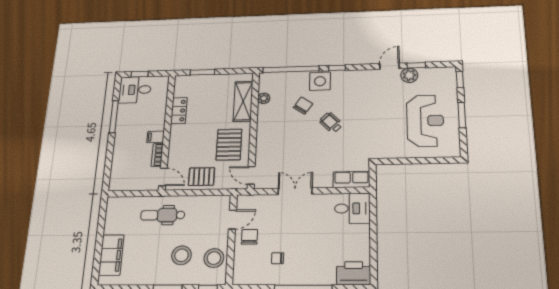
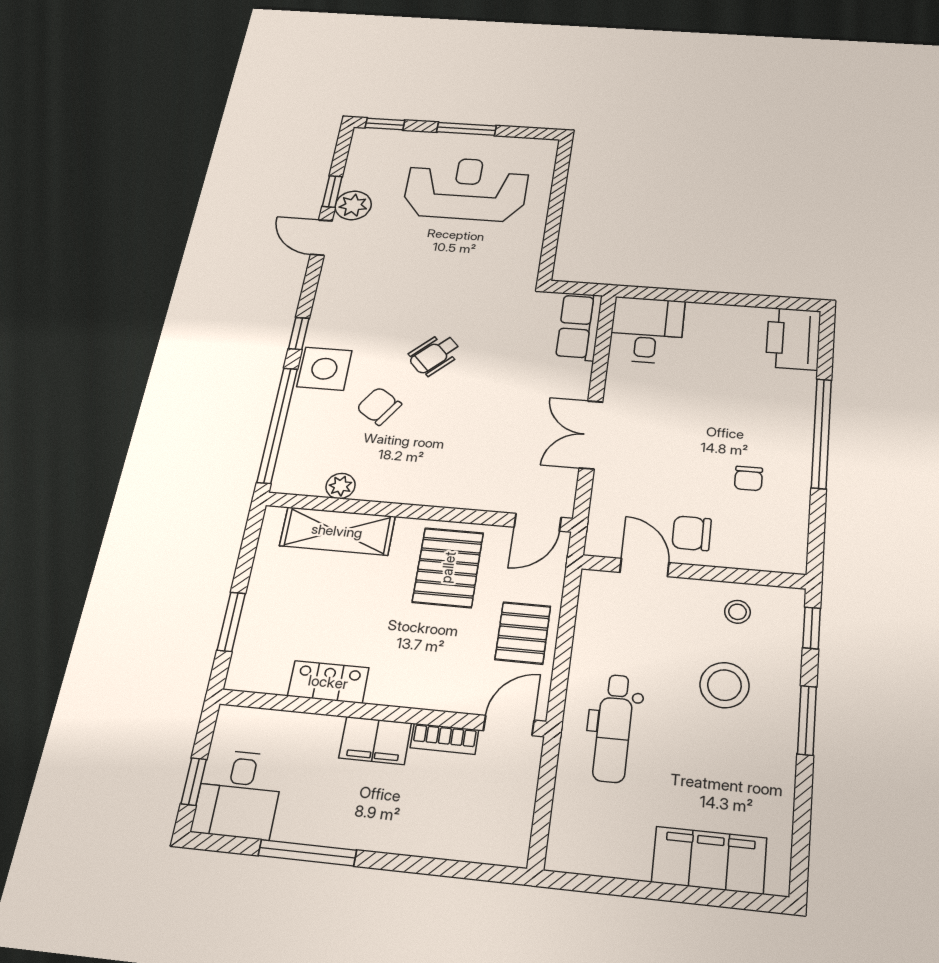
filing cabinet: (156, 137) -> (375, 741), width x2.00
pallet: (229, 145) -> (448, 567), turned 90
stool: (214, 258) -> (737, 612), width x0.53, depth x0.53

